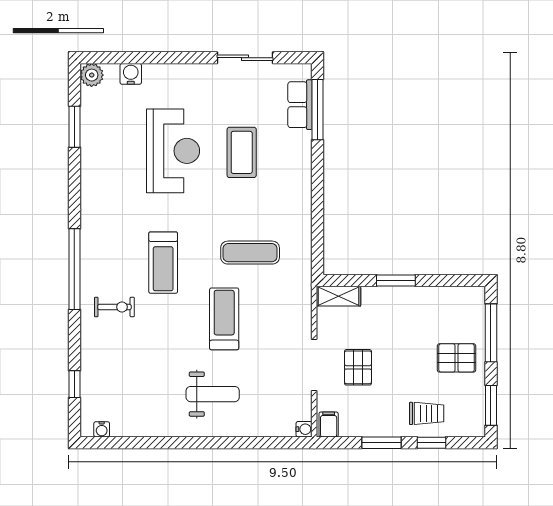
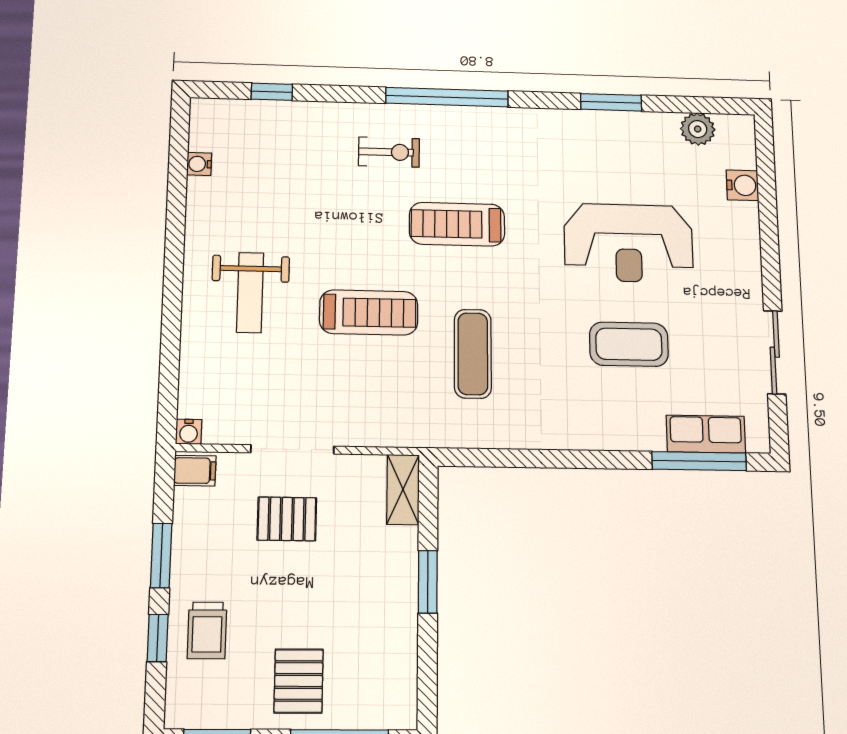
plant: (92, 75) -> (698, 129), moved
window: (74, 127) -> (611, 102), moved
exercise bike: (114, 307) -> (389, 152), turned -90
water cooler: (102, 429) -> (199, 164), moved

